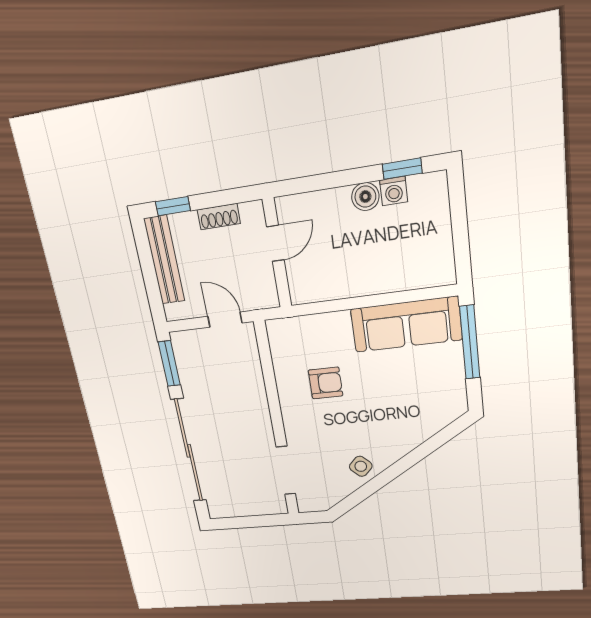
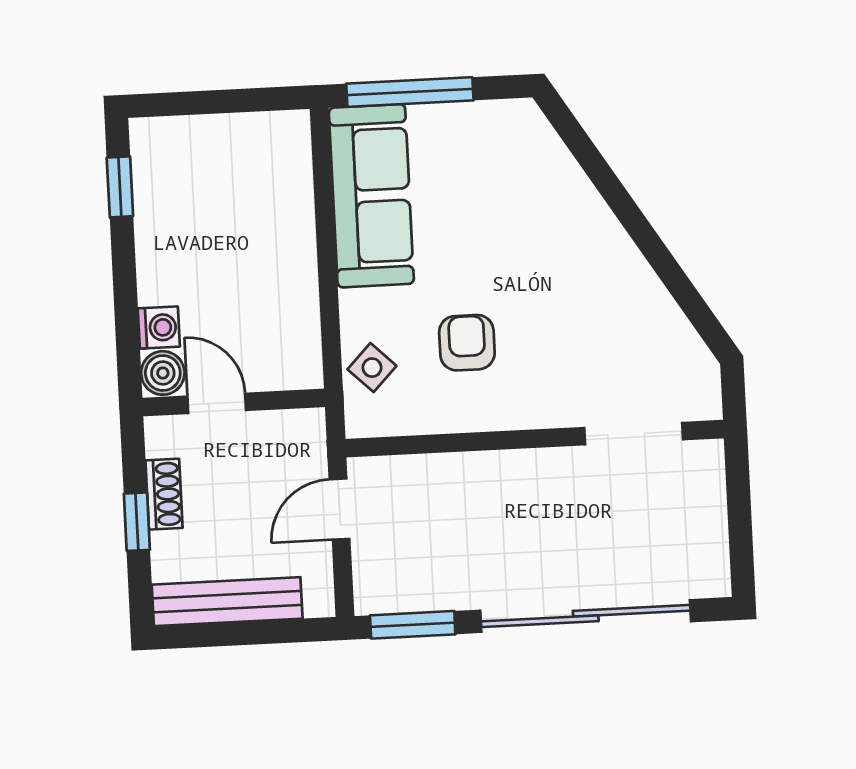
washing machine: (394, 191) -> (159, 328), moved
boiler: (365, 197) -> (163, 373), moved
window: (173, 206) -> (137, 522), moved
side table: (361, 466) -> (372, 368), moved

